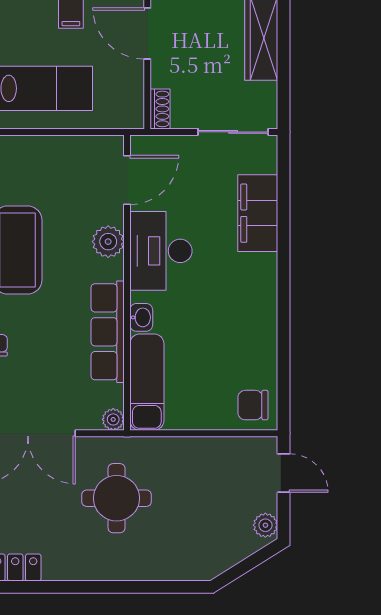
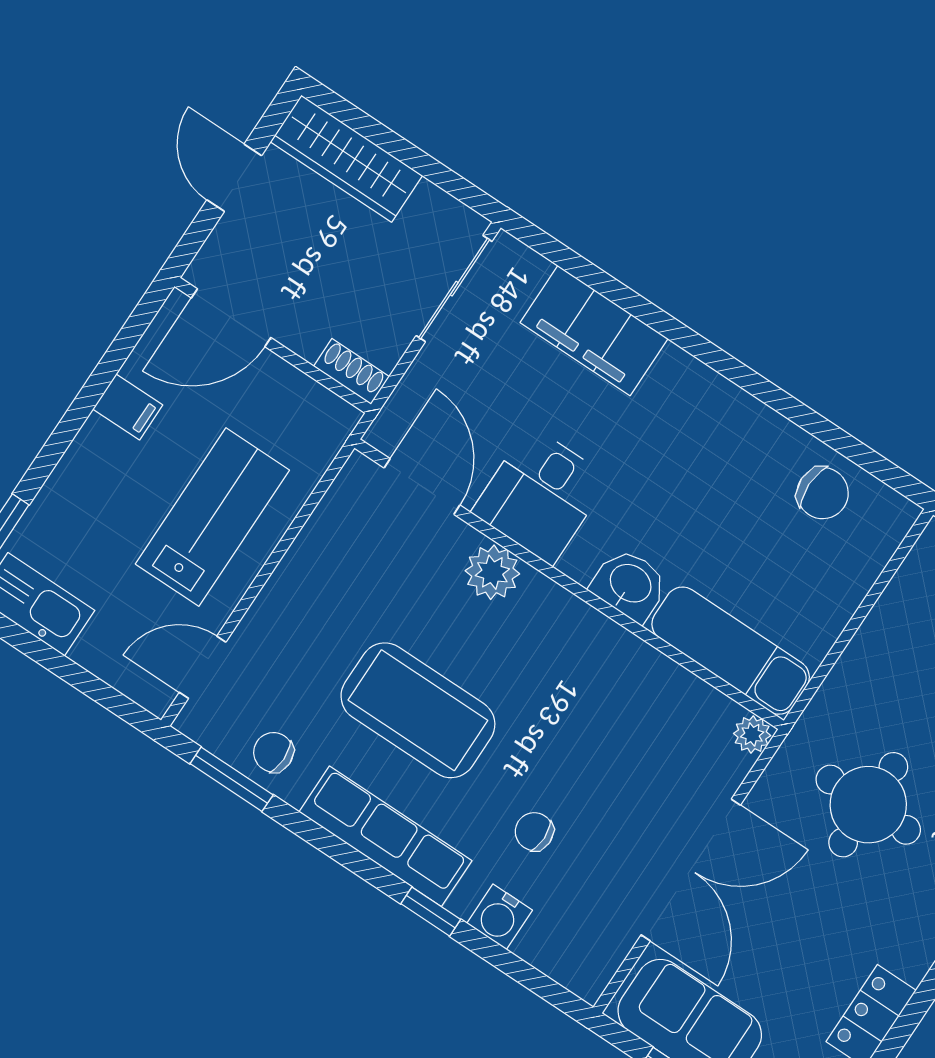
desk: (161, 251) -> (541, 495), width x0.73
washbasin: (141, 317) -> (630, 585), width x1.38, depth x1.45
row of seats: (108, 332) -> (621, 659), removed
chair: (253, 405) -> (823, 493), moved, turned -90

